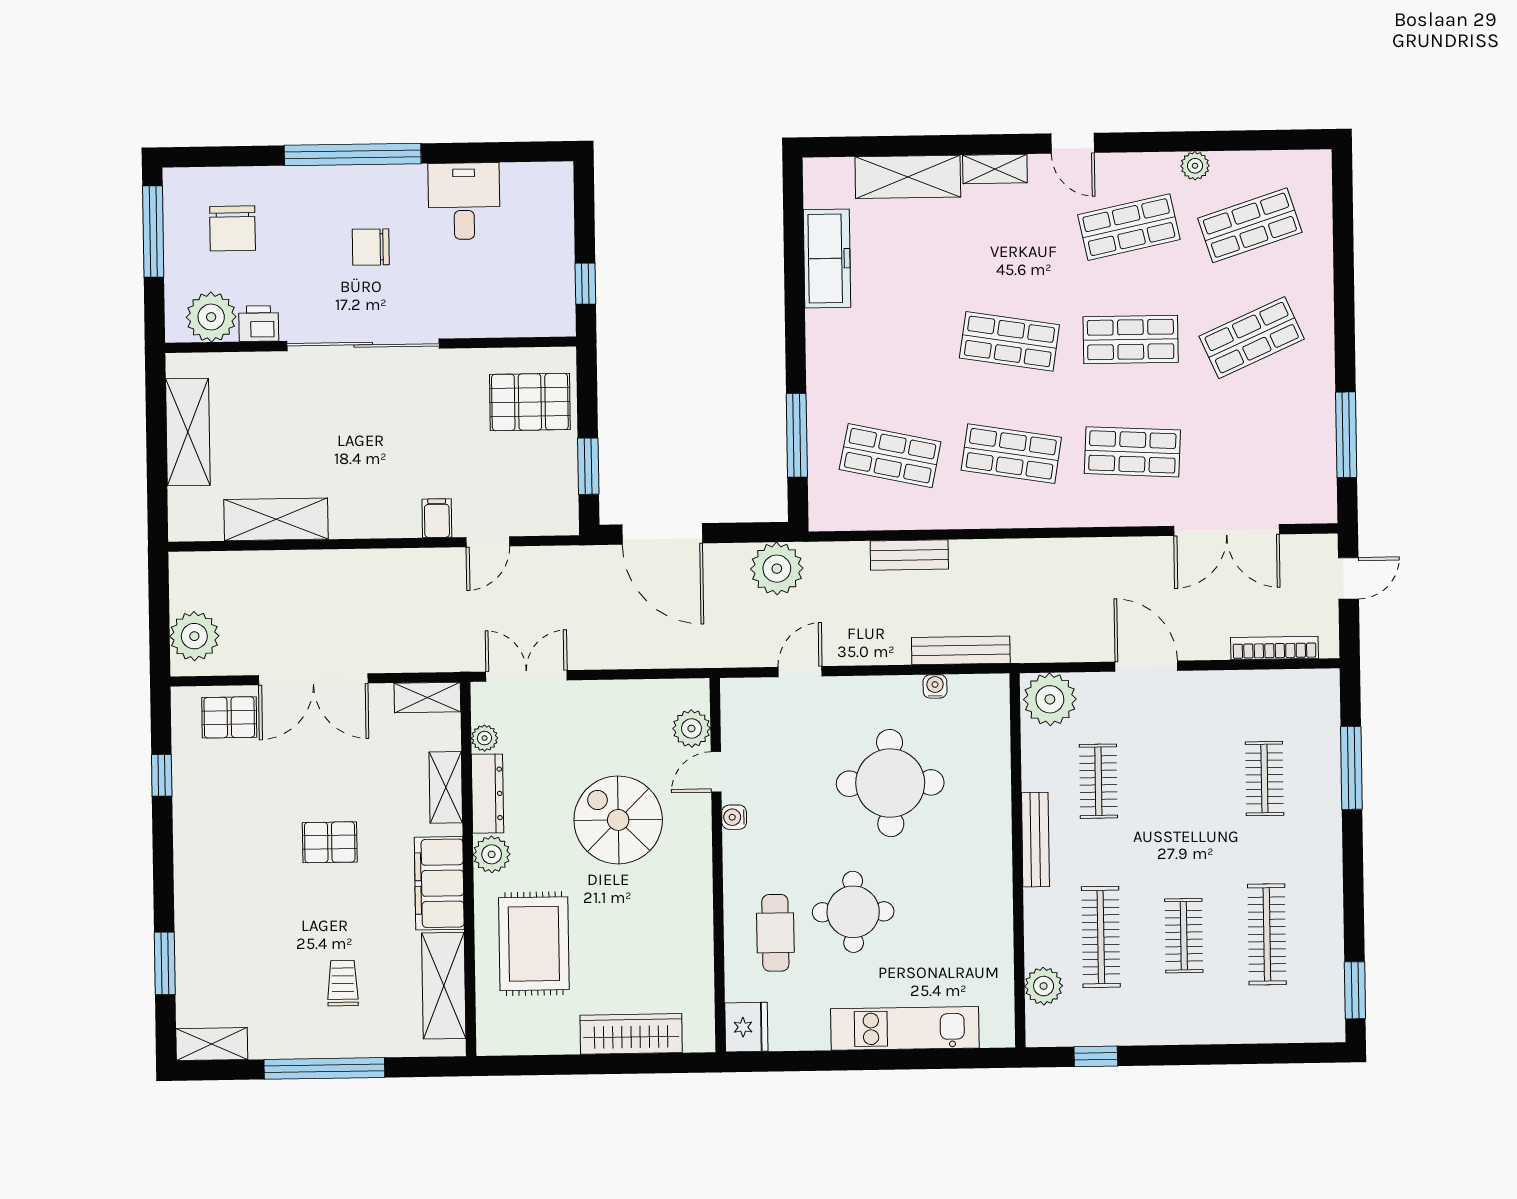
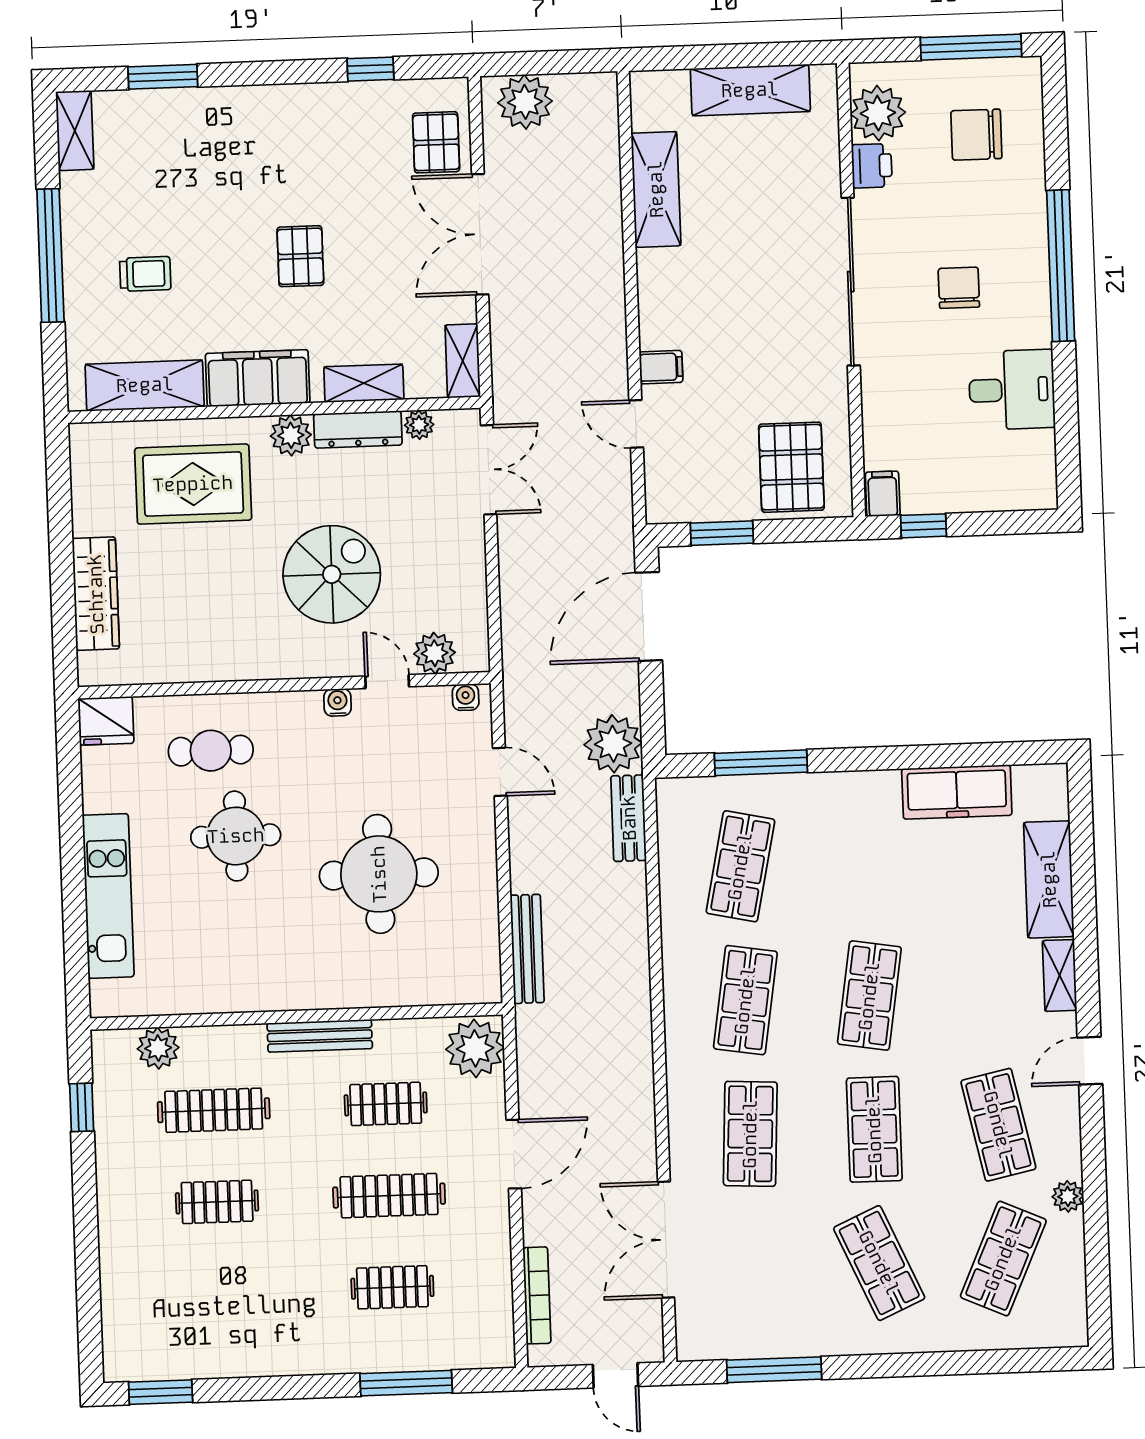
shop shelf: (1250, 225) -> (1003, 1258), turned 42
filing cabinet: (556, 320) -> (883, 494), added
bench: (909, 555) -> (629, 818), moved
water cooler: (935, 686) -> (466, 697), moved, turned -90
clothes rail: (1267, 934) -> (389, 1196), moved

